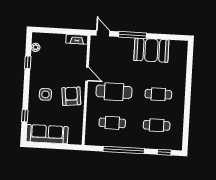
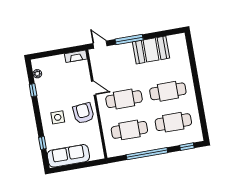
cafe table: (158, 94) -> (168, 91), width x1.37, depth x1.35
cafe table: (112, 123) -> (129, 130), width x1.37, depth x1.35
cafe table: (157, 125) -> (173, 122), width x1.37, depth x1.35

